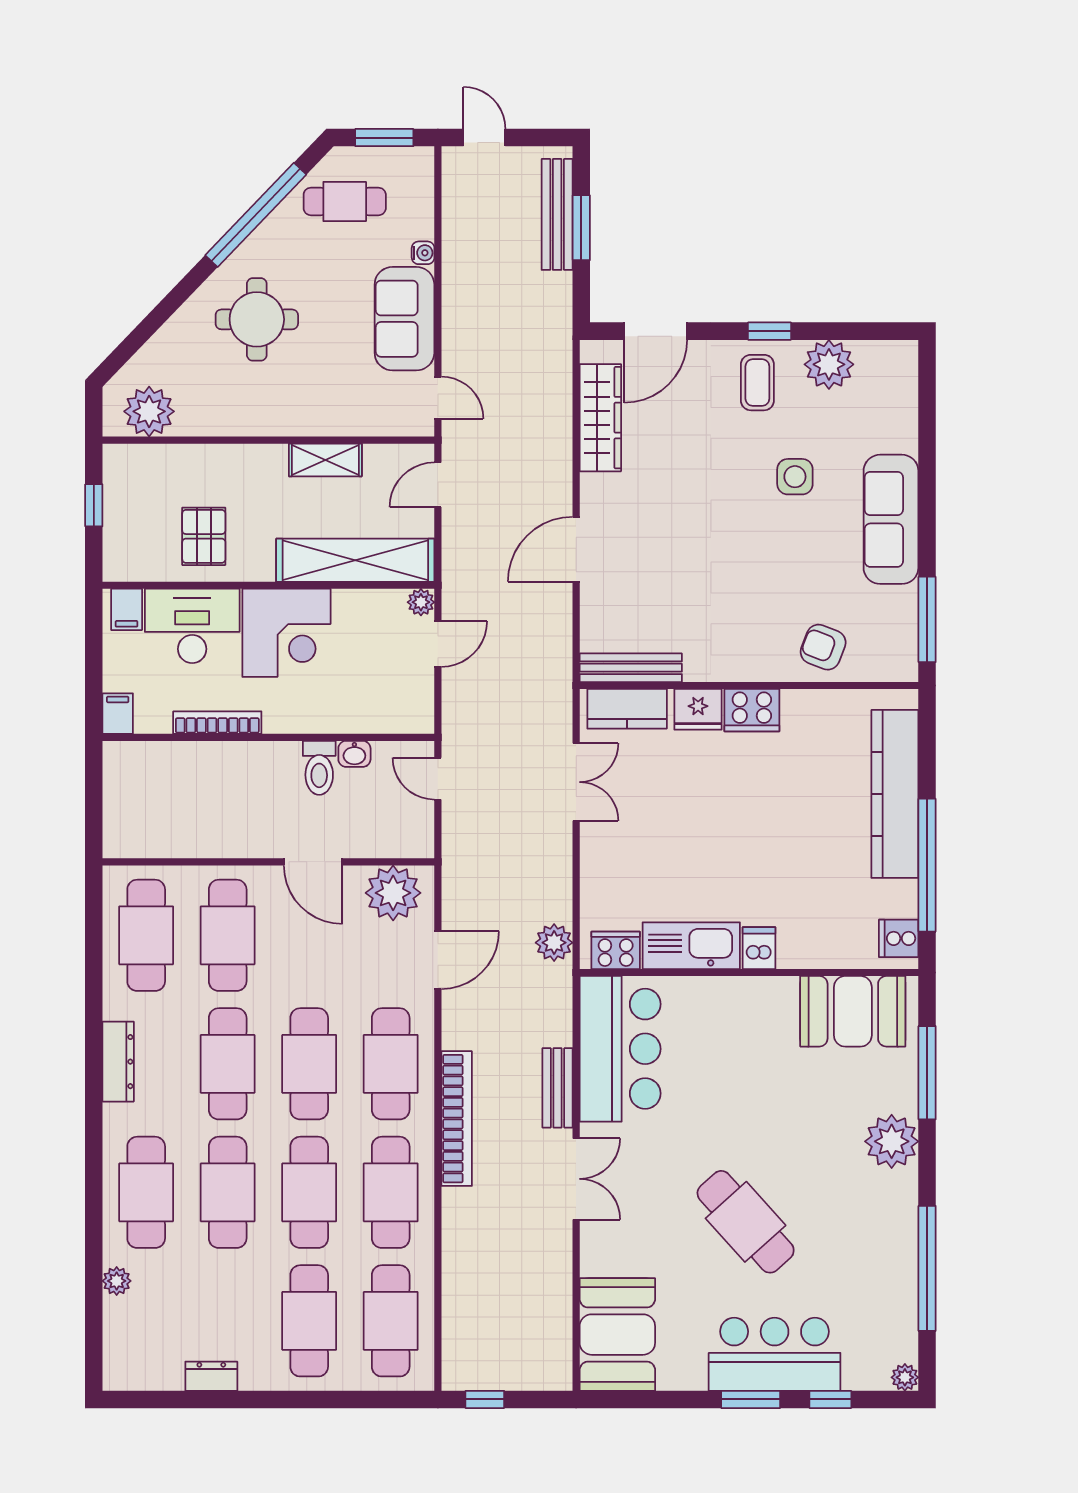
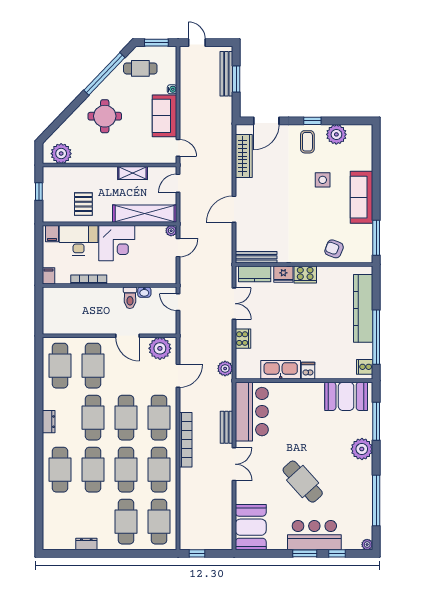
cooker: (616, 950) -> (243, 339), moved, turned 90
dresser: (118, 1062) -> (49, 422), width x0.70
plant: (117, 1281) -> (48, 506), removed

